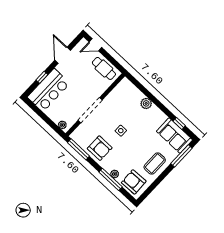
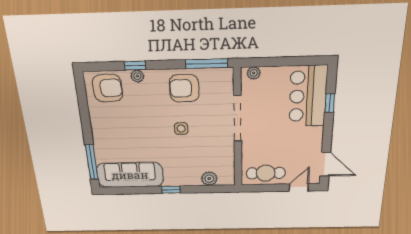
door: (63, 55) -> (325, 164), moved
plant: (146, 103) -> (209, 179), moved
window: (179, 123) -> (171, 190), moved
sofa: (175, 136) -> (130, 175), width x1.36
coffee table: (155, 164) -> (109, 129), removed
window: (111, 179) -> (135, 66), width x0.46

